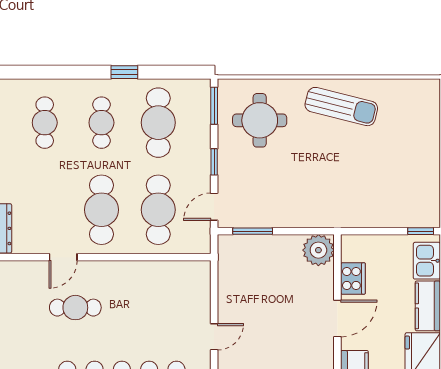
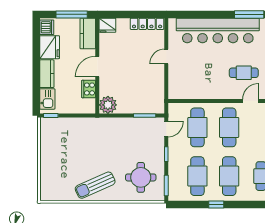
sun lounger: (341, 107) -> (95, 185), turned -38
cafe table: (101, 123) -> (229, 176), width x1.37, depth x1.35

